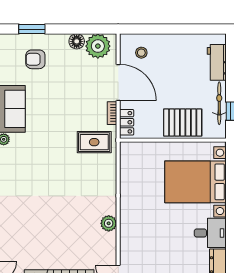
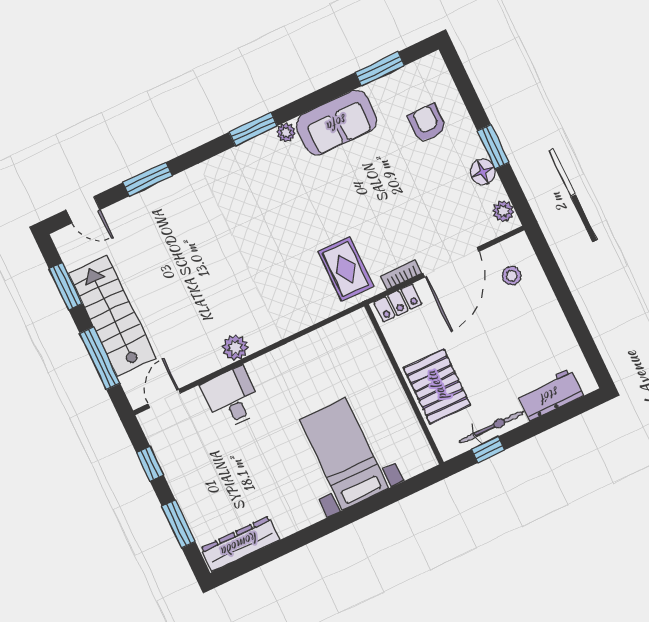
window: (32, 29) -> (493, 147), moved
plant: (98, 46) -> (503, 211), width x0.53, depth x0.53
bed with nightstands: (195, 182) -> (344, 454), width x0.73
desk: (210, 233) -> (232, 398), moved, turned 180

